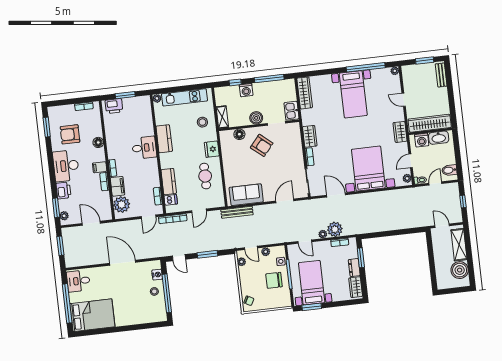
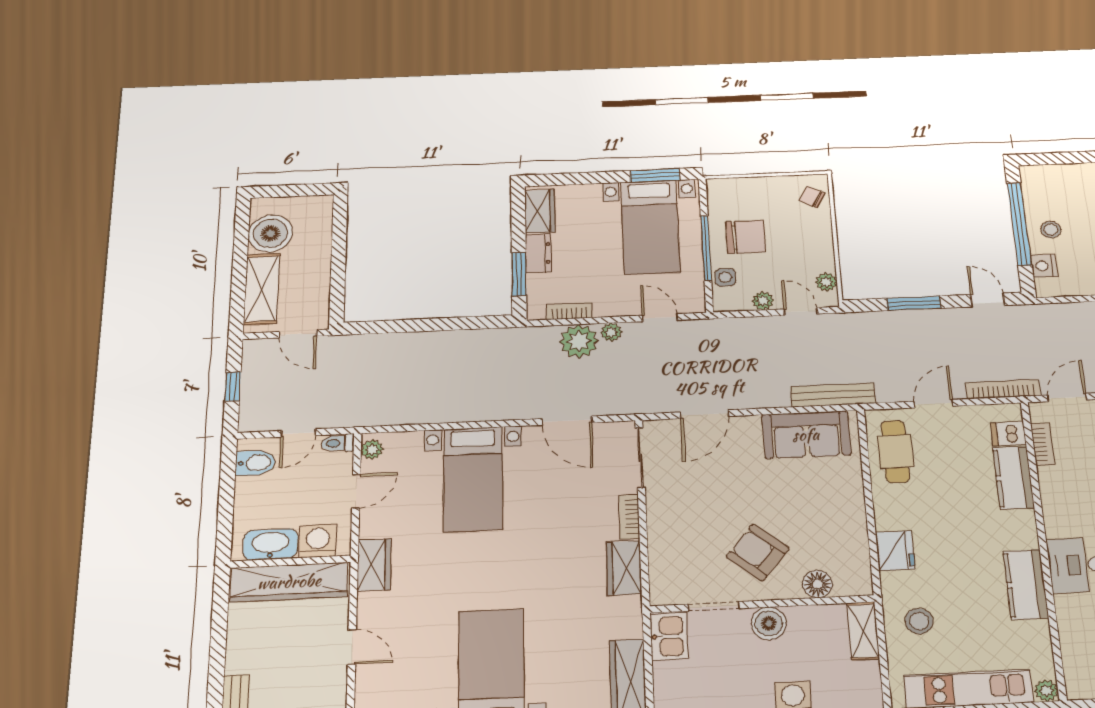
bed with nightstands: (368, 169) -> (473, 479), width x0.73
cafe table: (205, 176) -> (895, 452), moved

